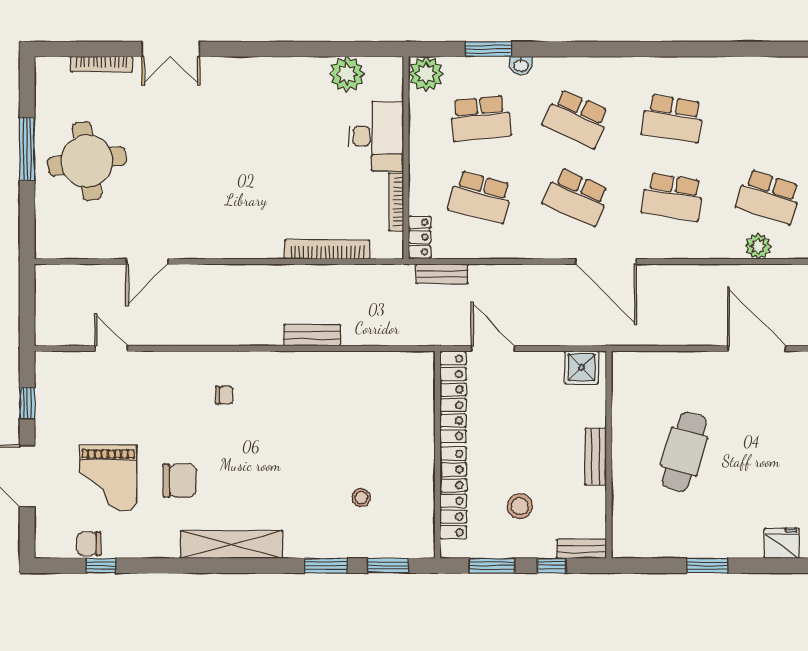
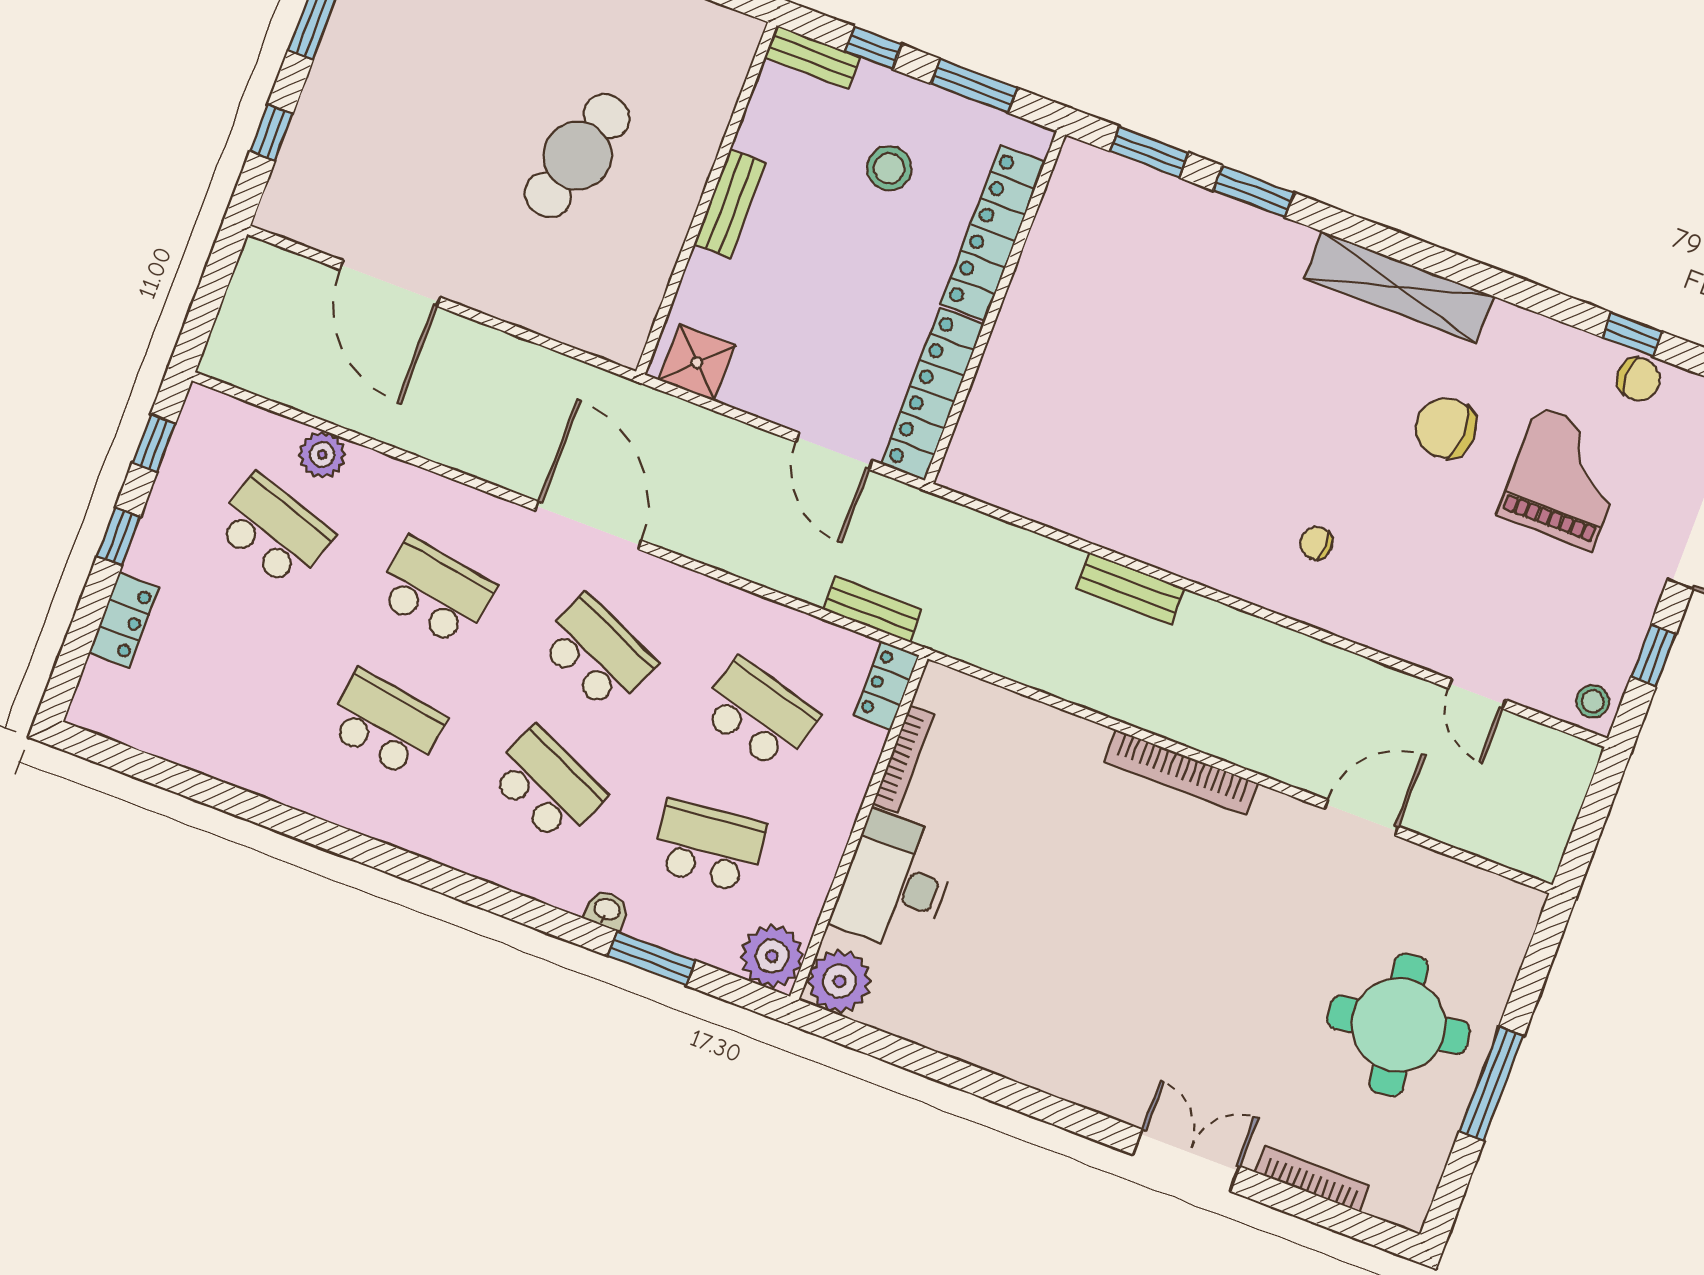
plant: (347, 74) -> (840, 981), moved
bookcase: (327, 249) -> (1181, 773), moved
stool: (361, 498) -> (1593, 701), moved

